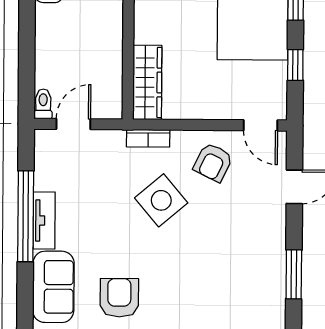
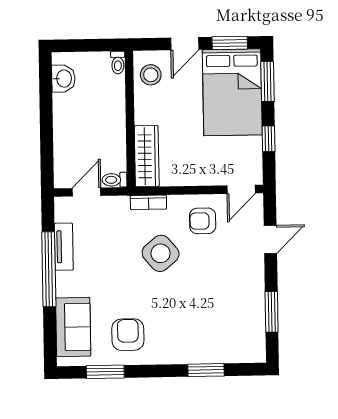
toilet: (43, 104) -> (115, 180), moved, turned -90
door: (261, 125) -> (241, 189), hinge flipped
armchair: (213, 162) -> (203, 221), turned 64
tv unit: (44, 221) -> (64, 247), moved

